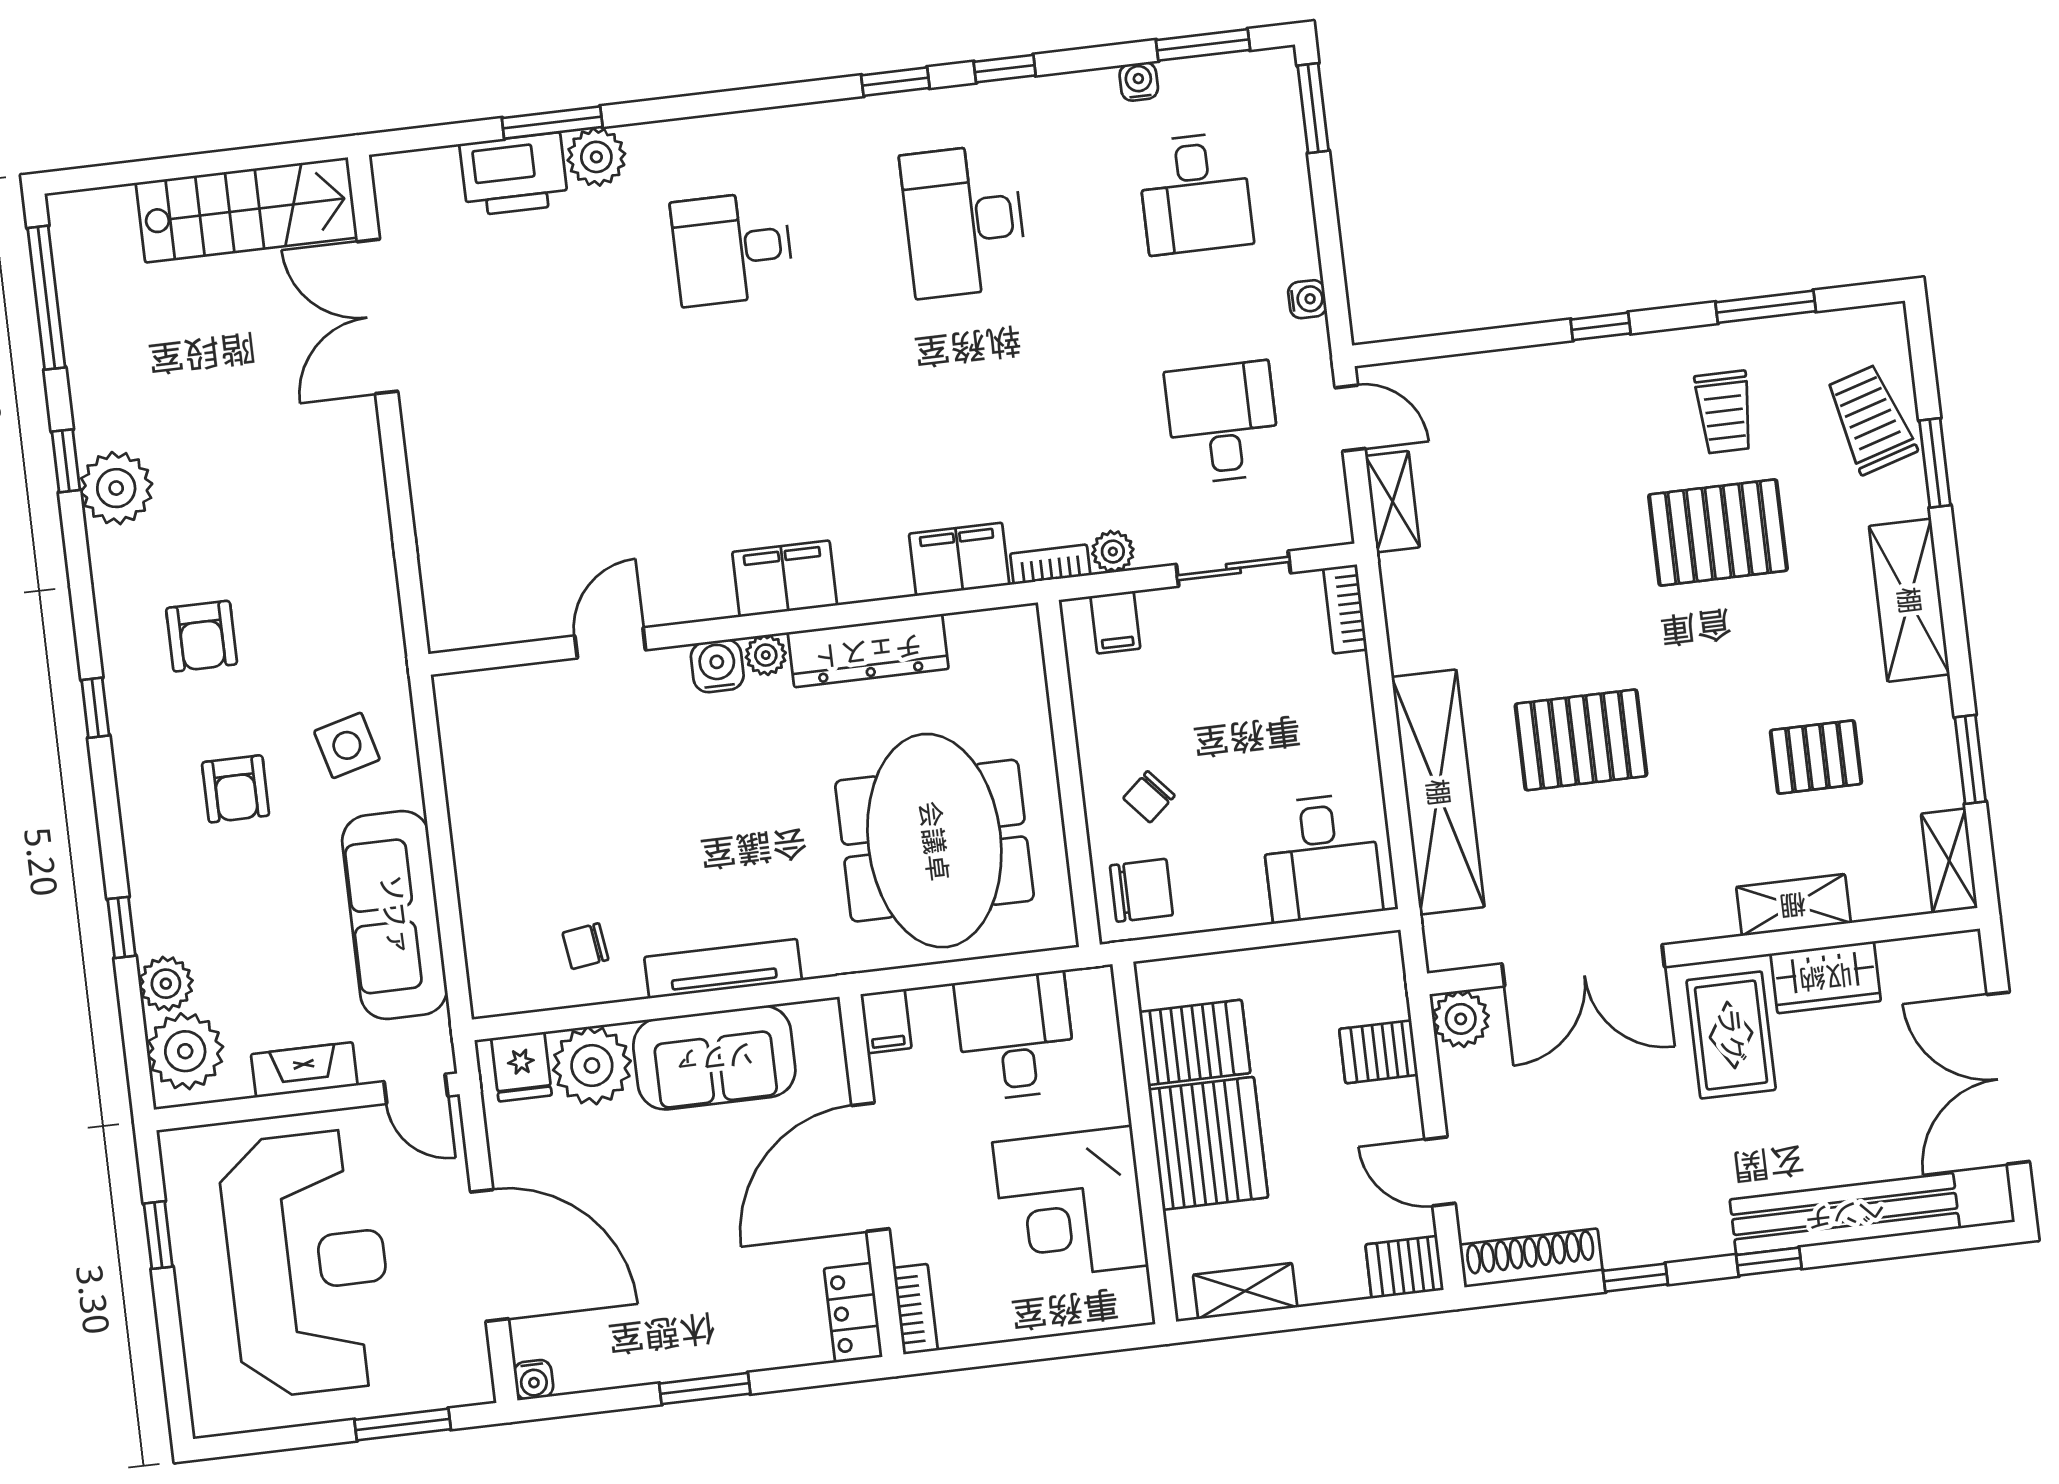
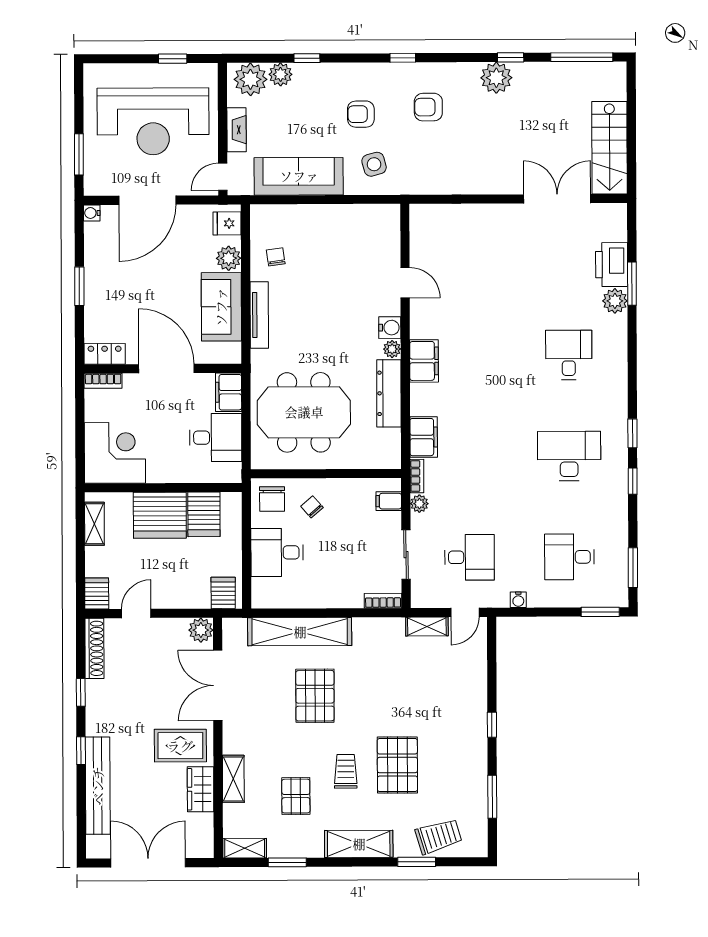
water cooler: (1139, 82) -> (620, 538), removed
trolley: (1724, 412) -> (346, 771), moved, turned 90
desk: (1321, 858) -> (277, 552), moved
filing cabinet: (886, 1021) -> (229, 392), width x2.00
server rack: (1379, 1052) -> (223, 593), moved
plant: (592, 1066) -> (229, 258), width x0.73, depth x0.73
corner desk: (1070, 1204) -> (115, 453), moved, turned 90

